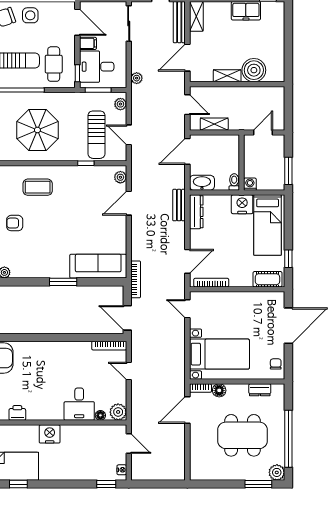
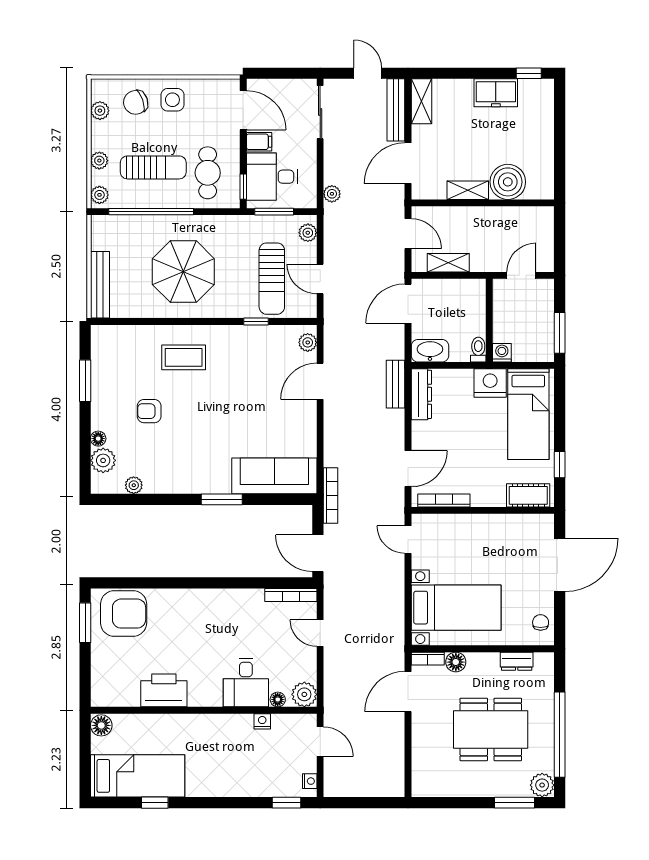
printer: (17, 413) -> (164, 690), width x1.87, depth x1.48
nightstand: (50, 434) -> (262, 721), moved, width x0.53, depth x0.56

